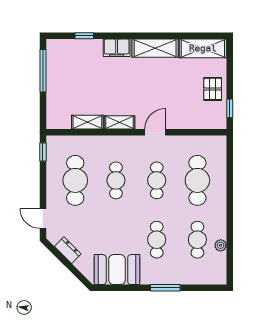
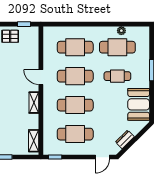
shelving: (87, 122) -> (34, 141), moved
cafe table: (116, 180) -> (75, 105), width x1.37, depth x1.35
cafe table: (157, 180) -> (75, 76), width x1.37, depth x1.35
cafe table: (197, 240) -> (117, 47), width x1.37, depth x1.35

